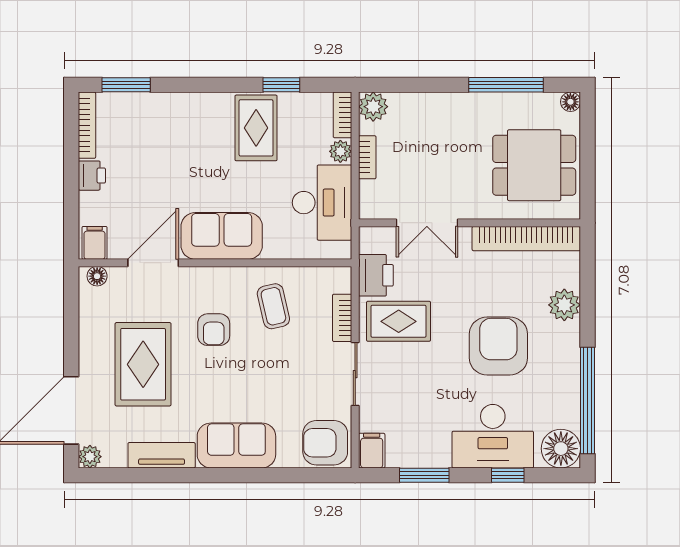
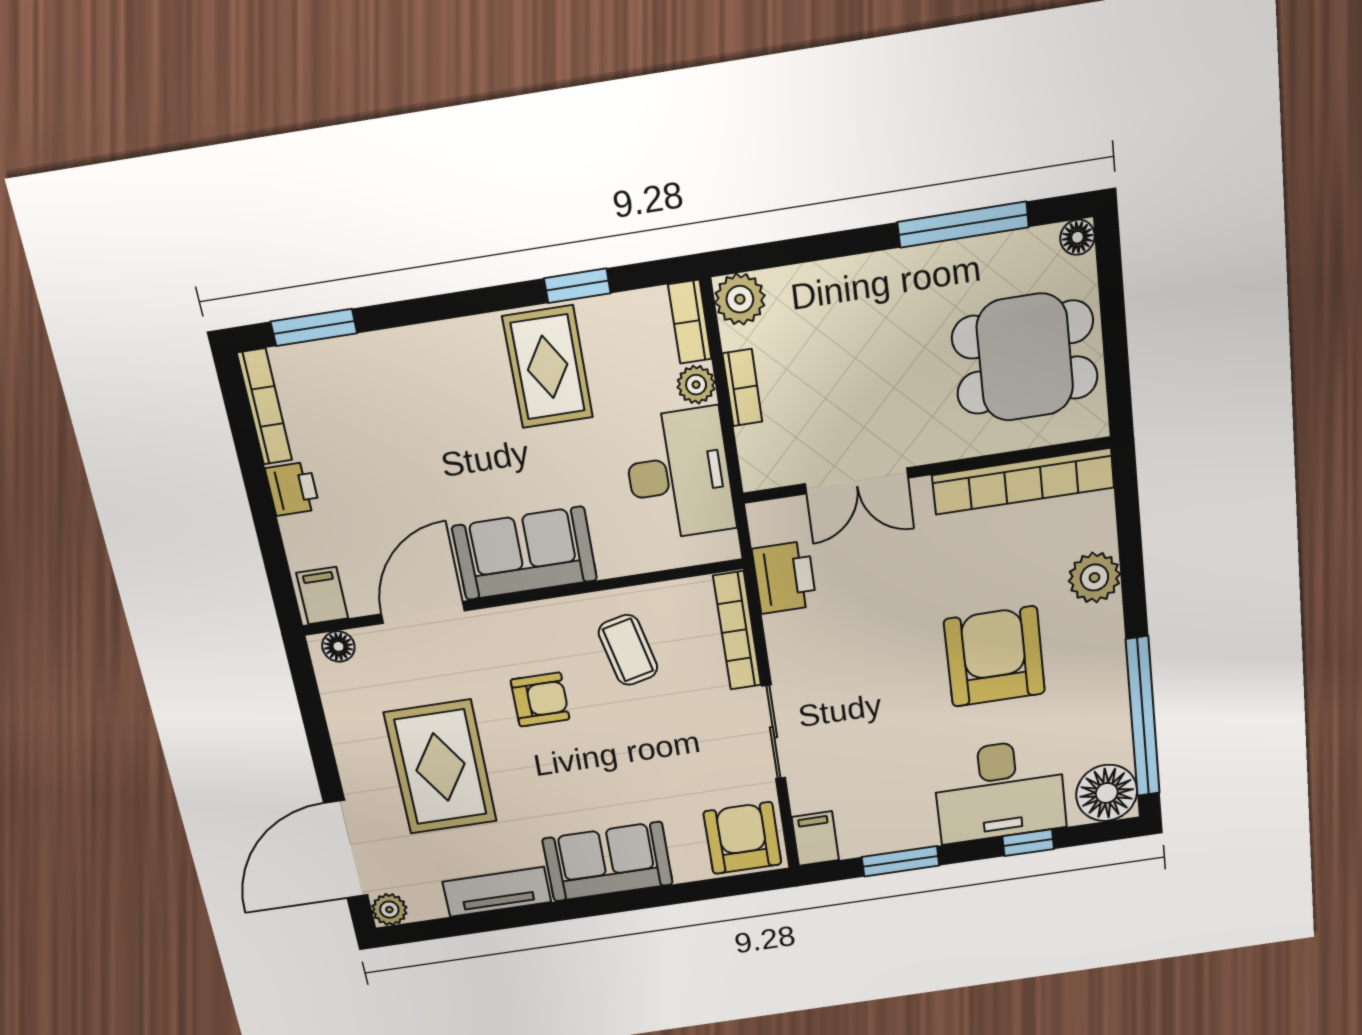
bookcase: (342, 318) -> (737, 631), width x1.56
rug: (399, 321) -> (831, 643), removed
armchair: (214, 330) -> (540, 699), turned -90
armchair: (325, 443) -> (743, 838), turned 90

